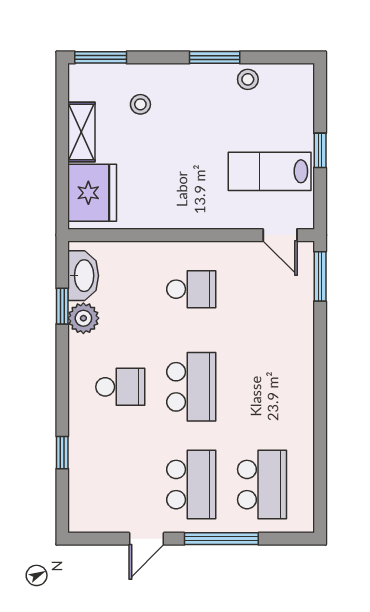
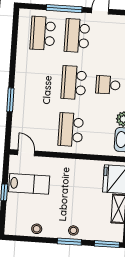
window: (215, 57) -> (69, 242), moved
stool: (140, 104) -> (73, 230), moved
window: (320, 276) -> (10, 100), moved
school desk: (191, 289) -> (71, 130), width x1.85

